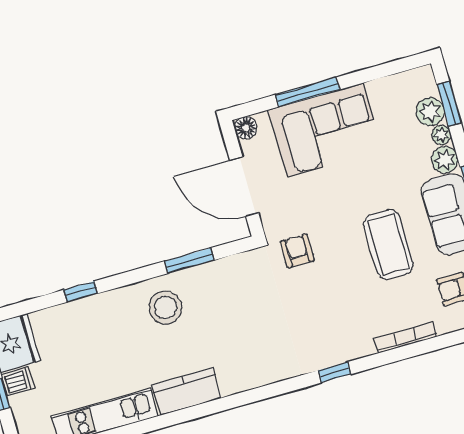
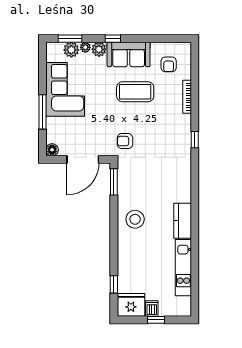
corner sofa: (325, 130) -> (65, 89), moved
window: (189, 261) -> (114, 182), moved
window: (81, 292) -> (114, 284), moved

